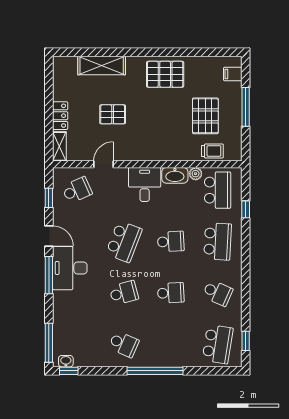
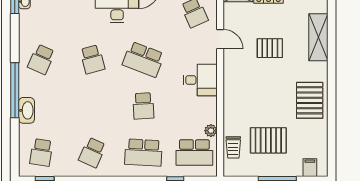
pallet: (113, 114) -> (270, 48), turned 90
washbasin: (175, 175) -> (27, 110), moved, turned 180
school desk: (171, 293) -> (92, 106), removed
school desk: (218, 344) -> (41, 152), width x0.54

